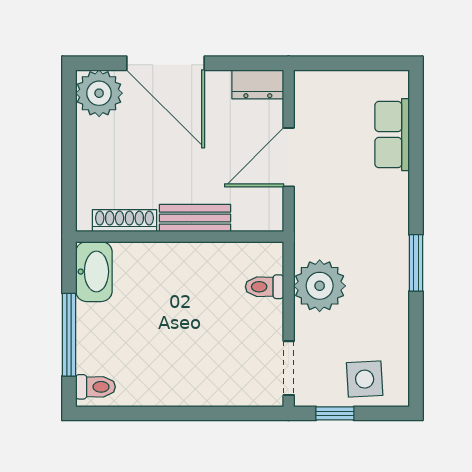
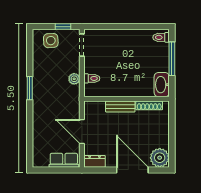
row of seats: (392, 135) -> (64, 160), moved, turned -90
door: (289, 157) -> (82, 131), swing flipped
plant: (320, 286) -> (74, 79), width x0.53, depth x0.53

